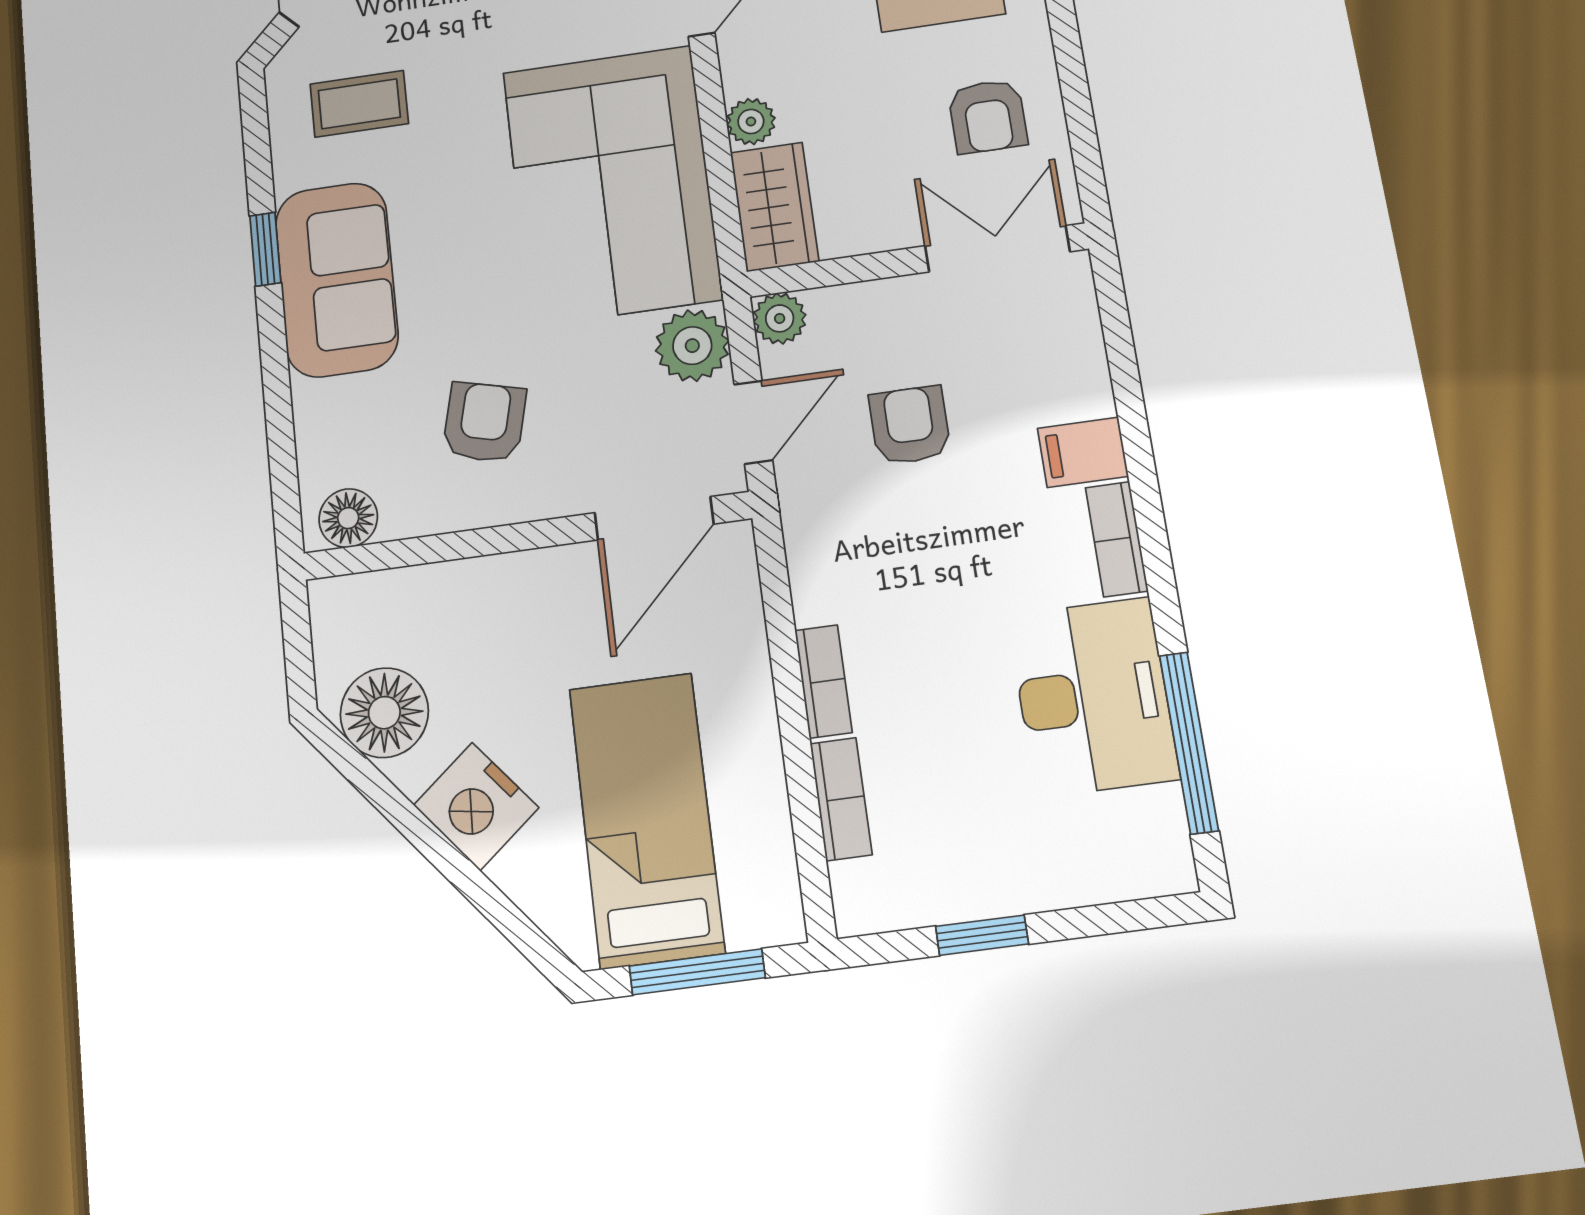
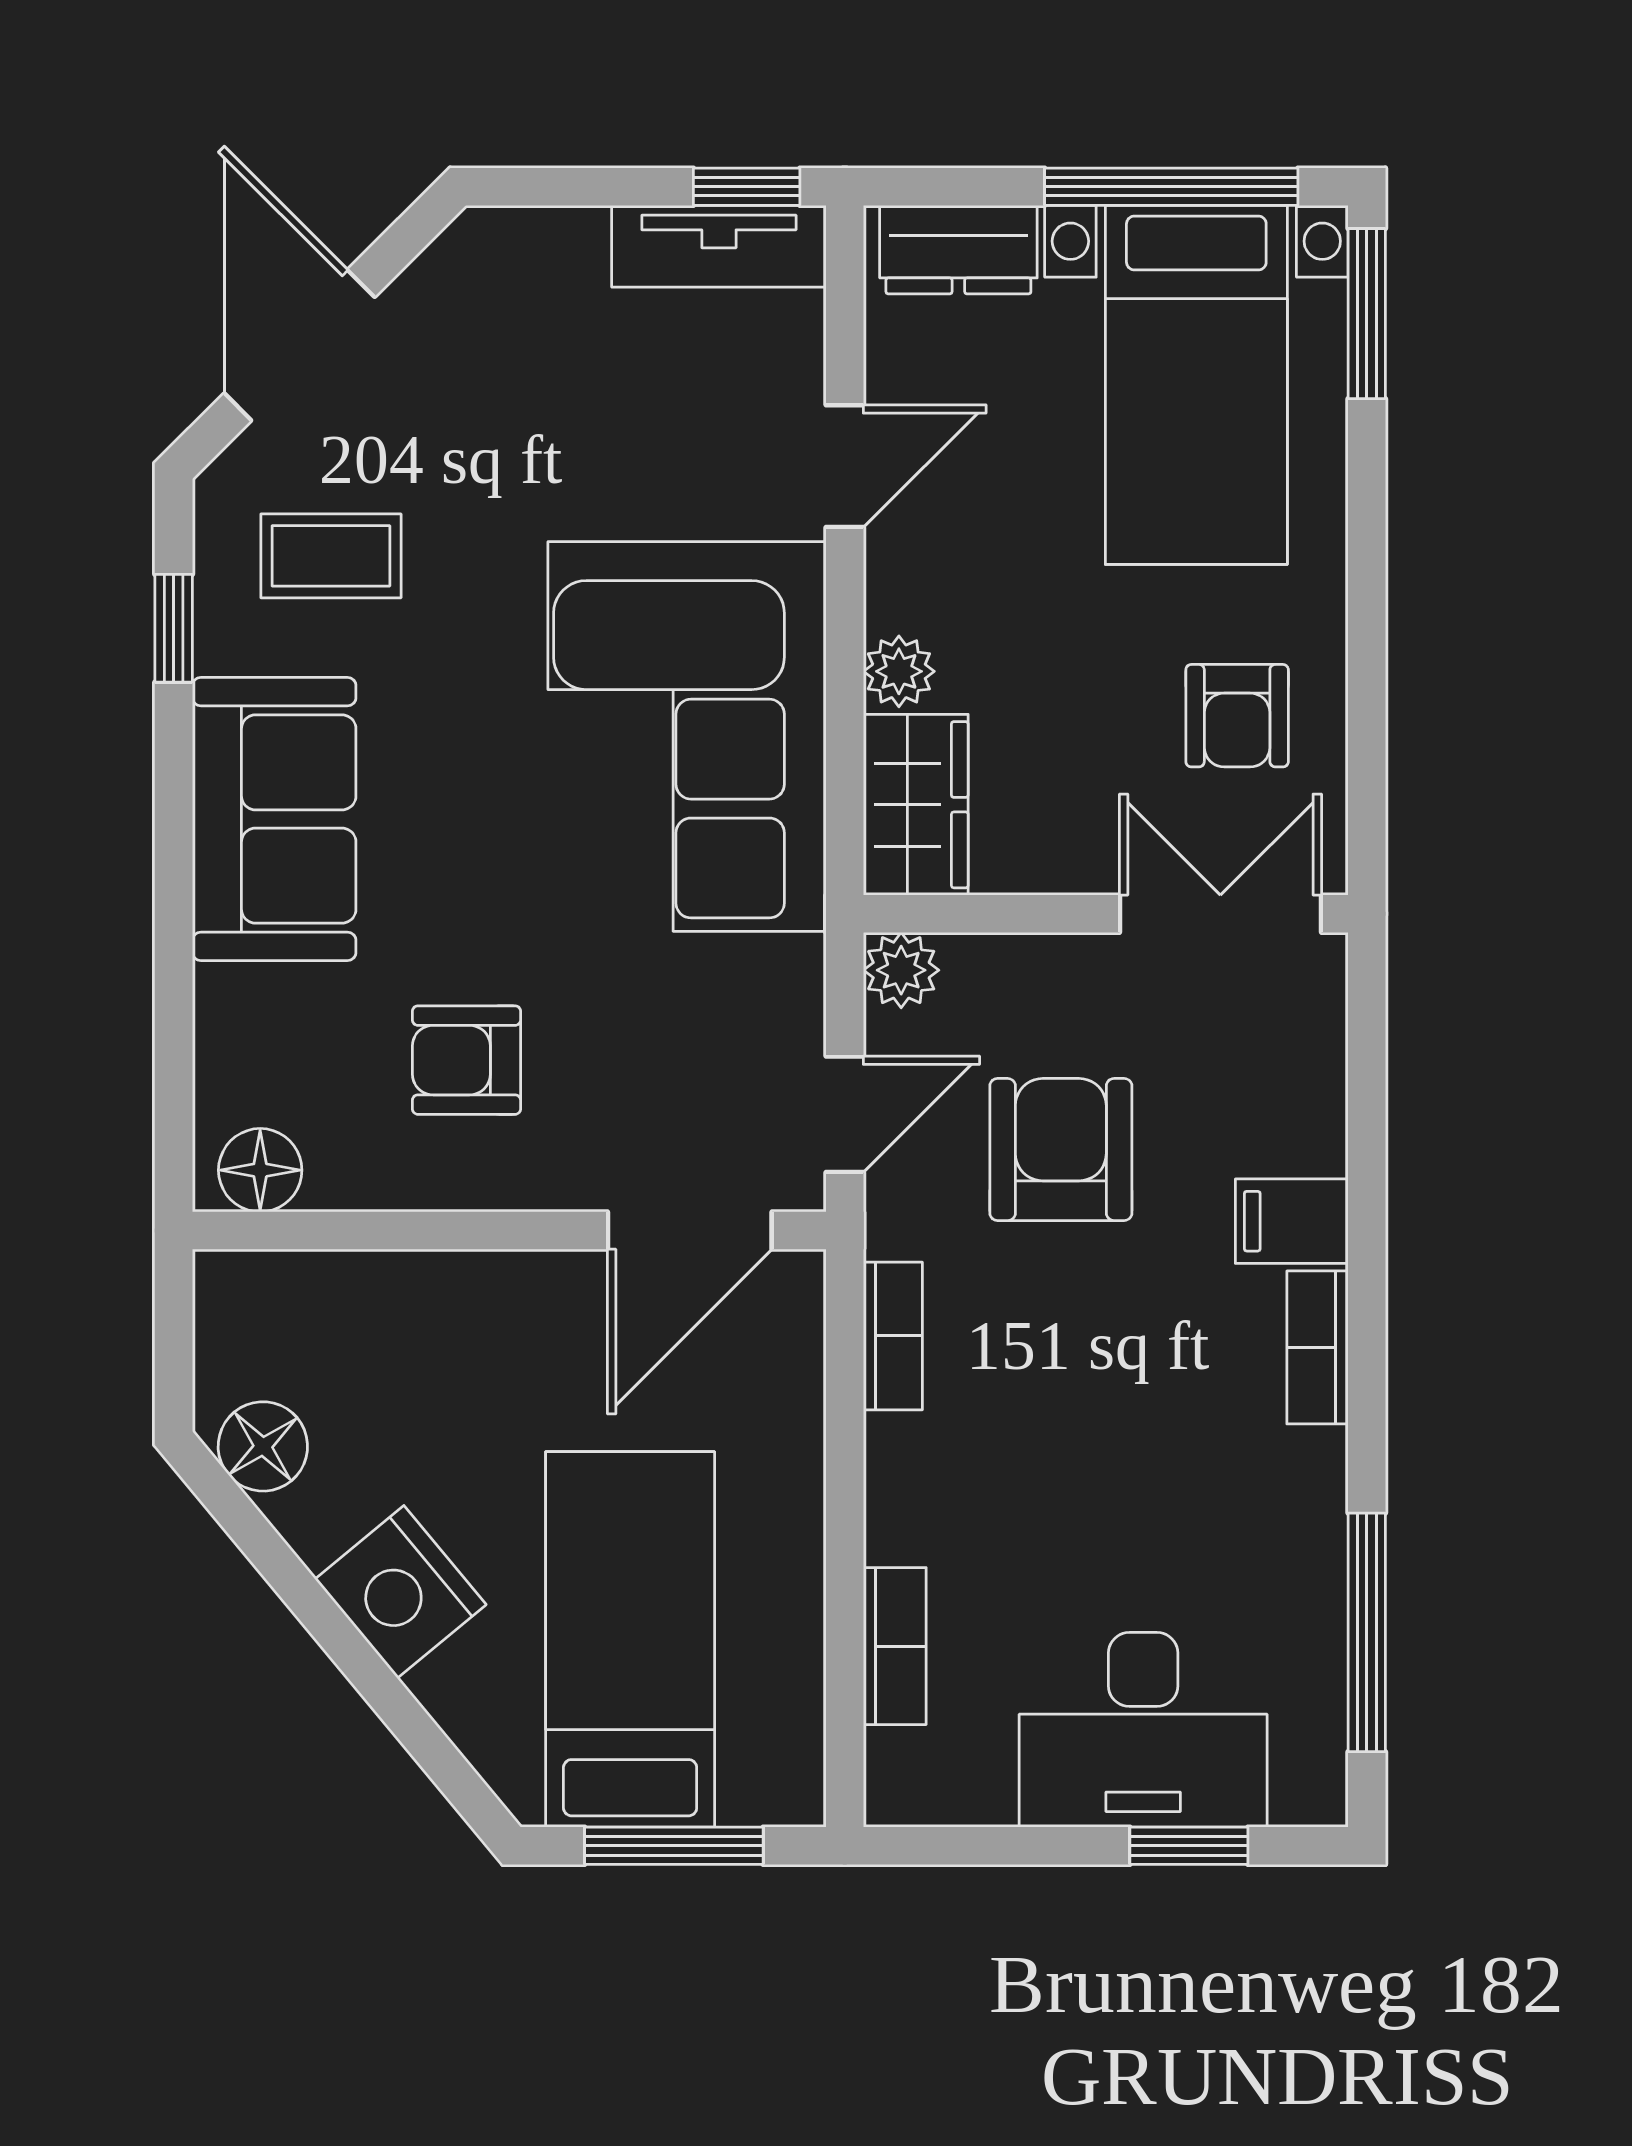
window: (265, 249) -> (174, 628), moved
plant: (692, 346) -> (773, 992), removed
armchair: (484, 422) -> (466, 1060), turned -104
armchair: (910, 425) -> (1061, 1149), width x1.38, depth x1.38
bookcase: (823, 681) -> (893, 1336), moved
desk: (1093, 697) -> (1143, 1730), moved, turned 90
floor lamp: (384, 713) -> (263, 1446), width x0.73, depth x0.73
window: (982, 935) -> (1189, 1846), moved

